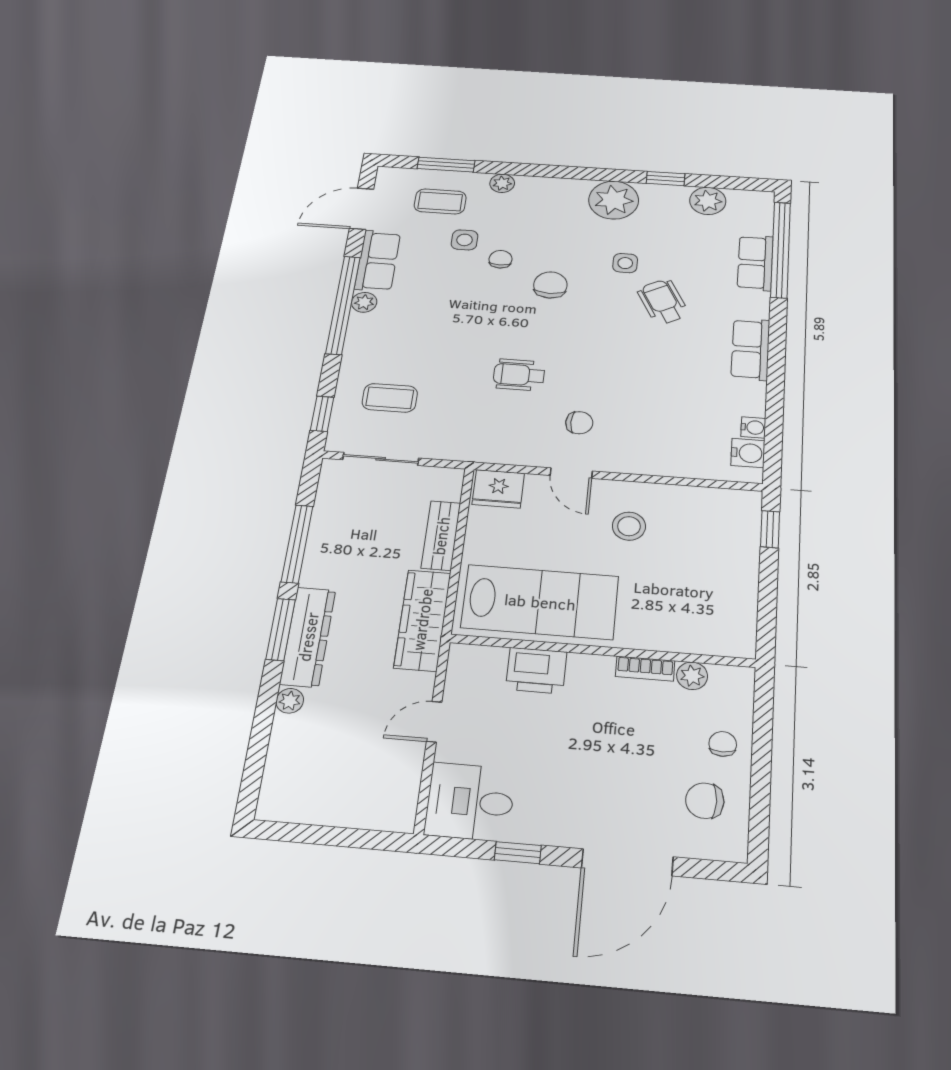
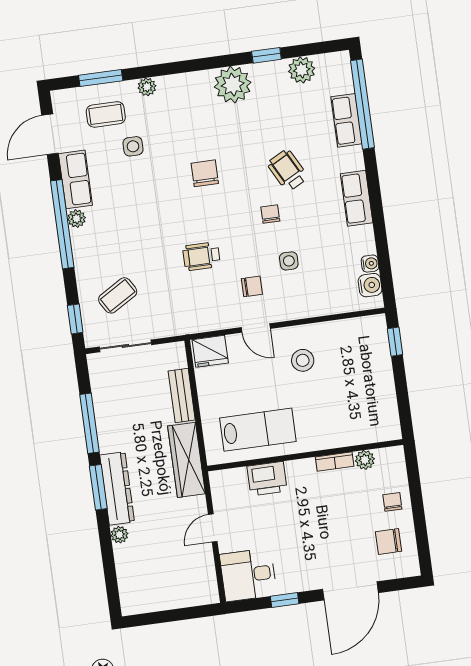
chair: (500, 259) -> (270, 214), moved
side table: (625, 263) -> (289, 261), moved
coffee table: (390, 398) -> (118, 295), turned -31
lab bench: (540, 602) -> (258, 430), width x0.73, depth x0.72

